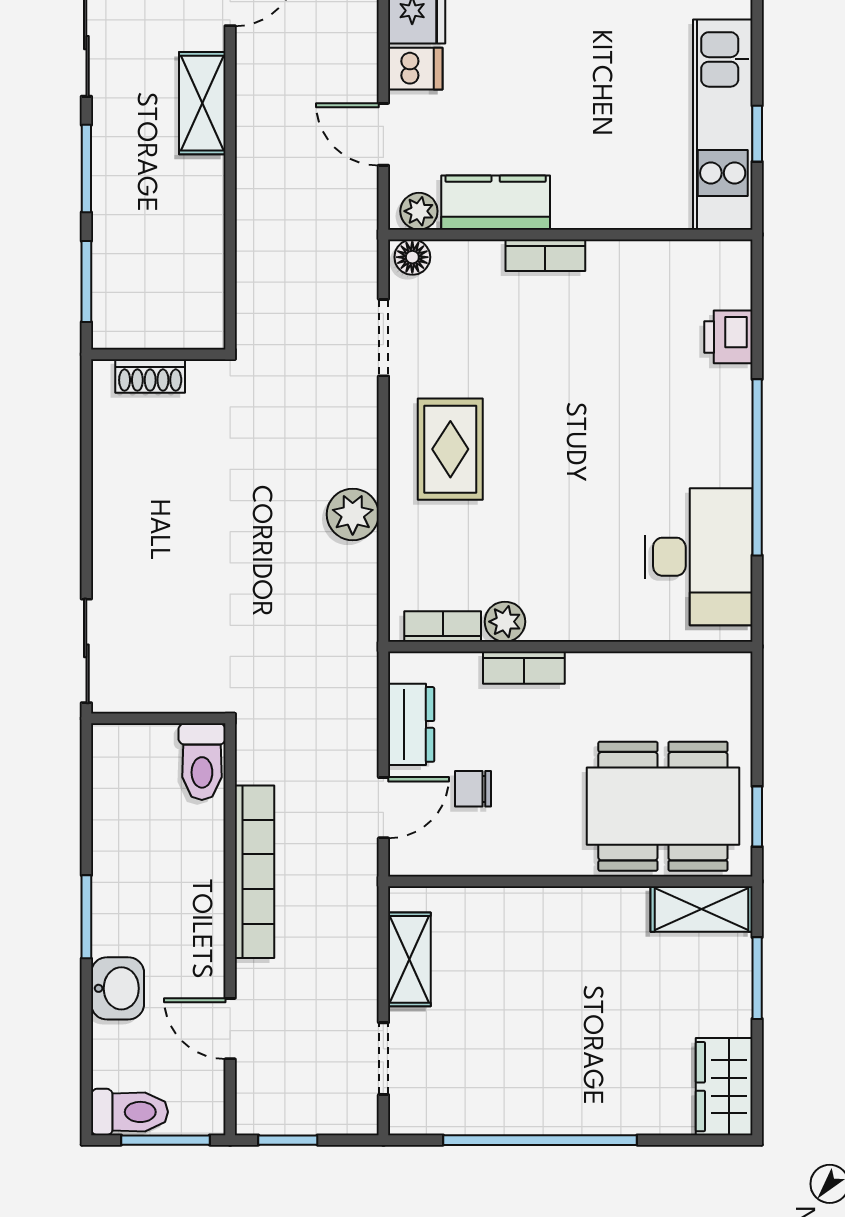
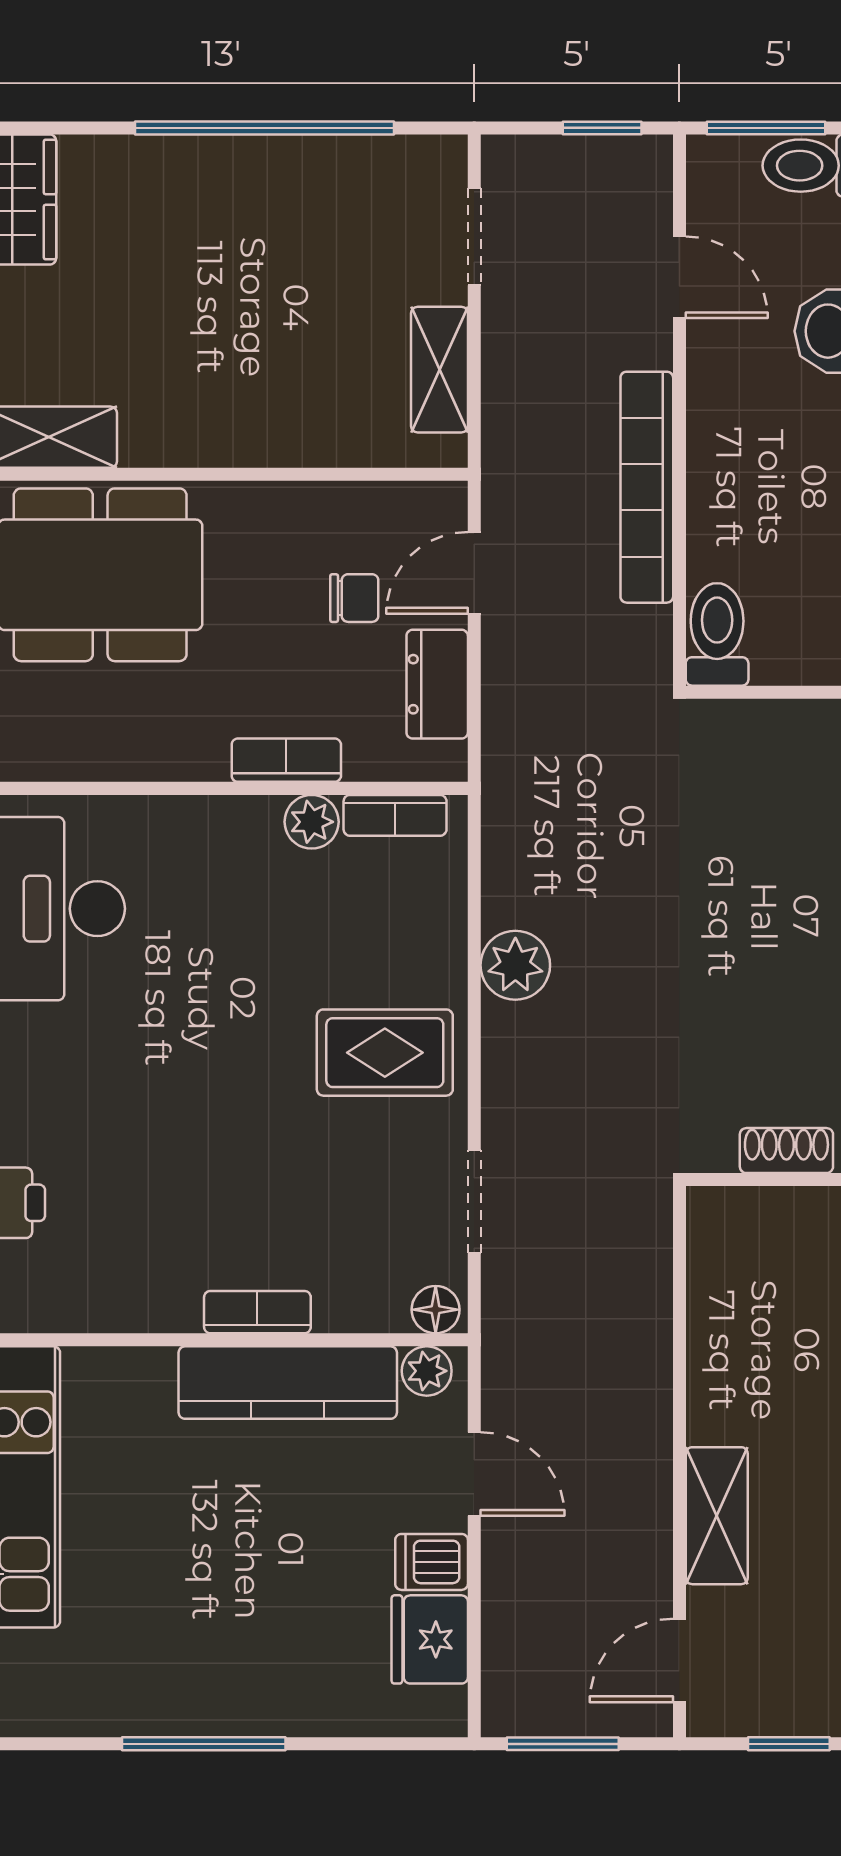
kitchen counter: (496, 203) -> (288, 1383), width x1.50
rug: (450, 449) -> (385, 1053), turned 90

